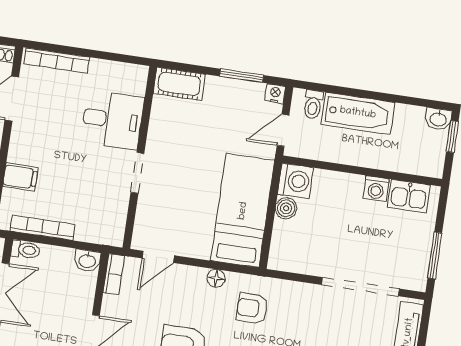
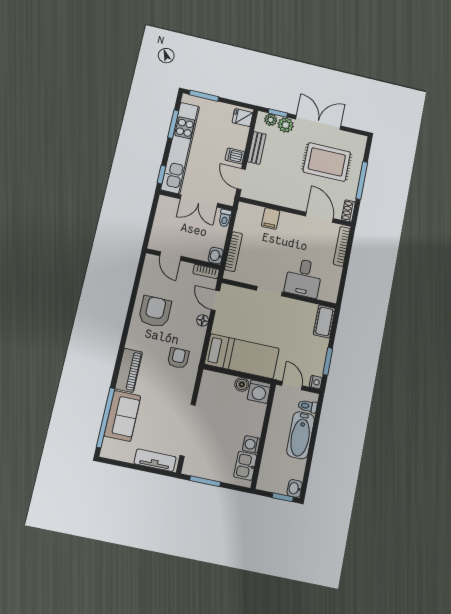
bookcase: (43, 228) -> (234, 252), moved
floor lamp: (216, 278) -> (203, 320), moved

